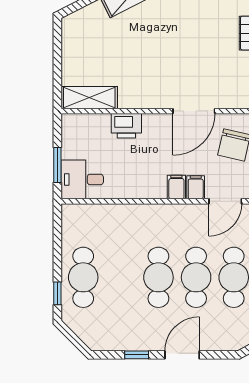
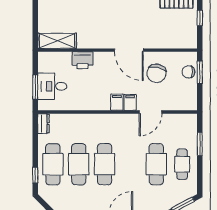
door: (194, 111) -> (129, 50), hinge flipped
desk: (82, 179) -> (52, 86), moved
dresser: (69, 218) -> (43, 124), added
cafe table: (196, 277) -> (79, 164), moved

